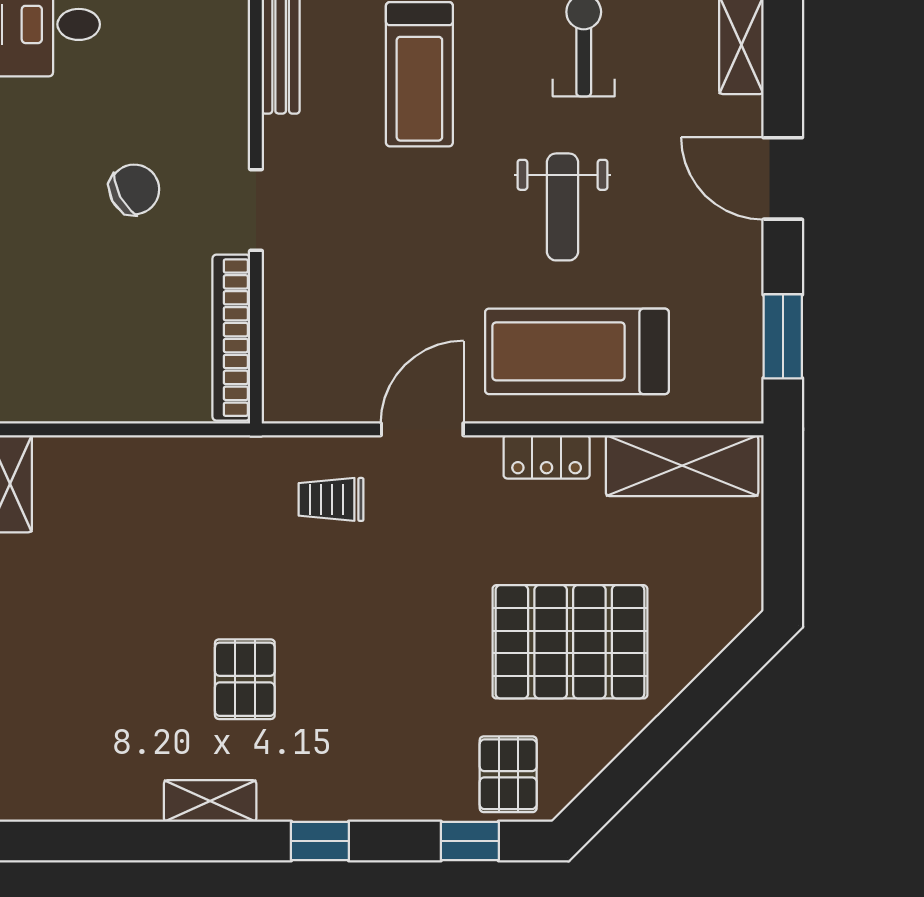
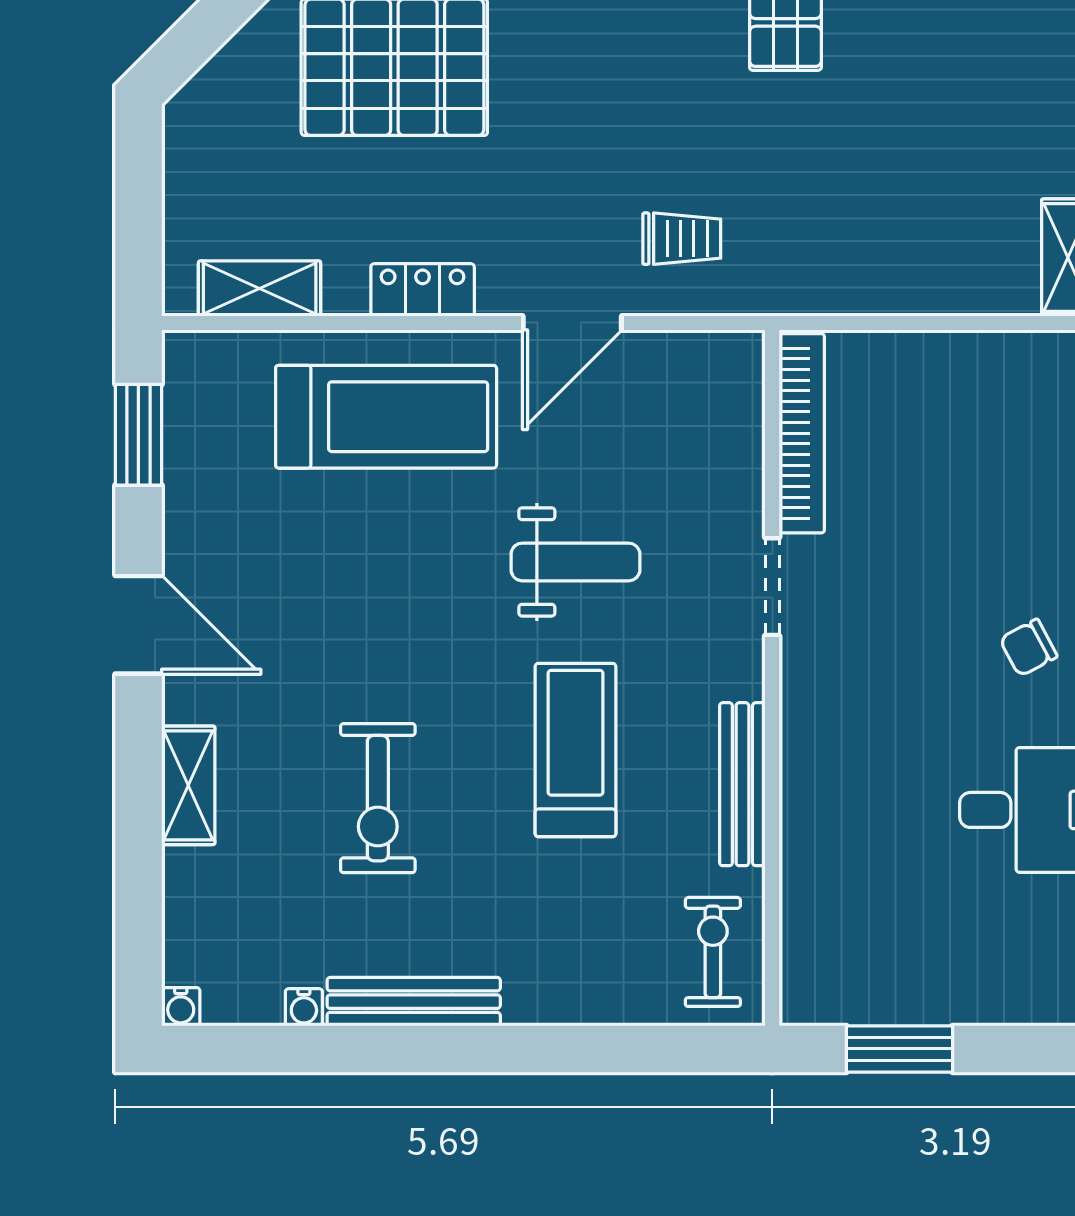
chair: (134, 189) -> (1028, 648), moved, width x0.73, depth x0.73
weight bench: (562, 207) -> (575, 562), moved, turned 90
shelving: (682, 466) -> (260, 289), width x0.67, depth x0.75

